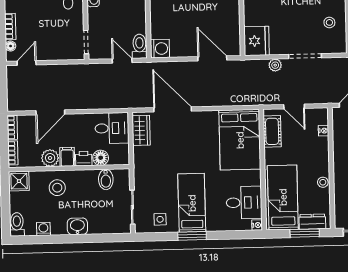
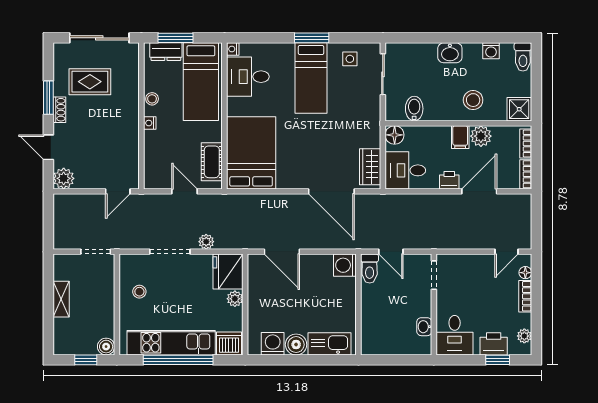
plant: (250, 19) -> (235, 299), added
nightstand: (323, 131) -> (150, 123), moved
floor lamp: (101, 158) -> (395, 135), moved
printer: (84, 159) -> (449, 180), moved, turned 180

